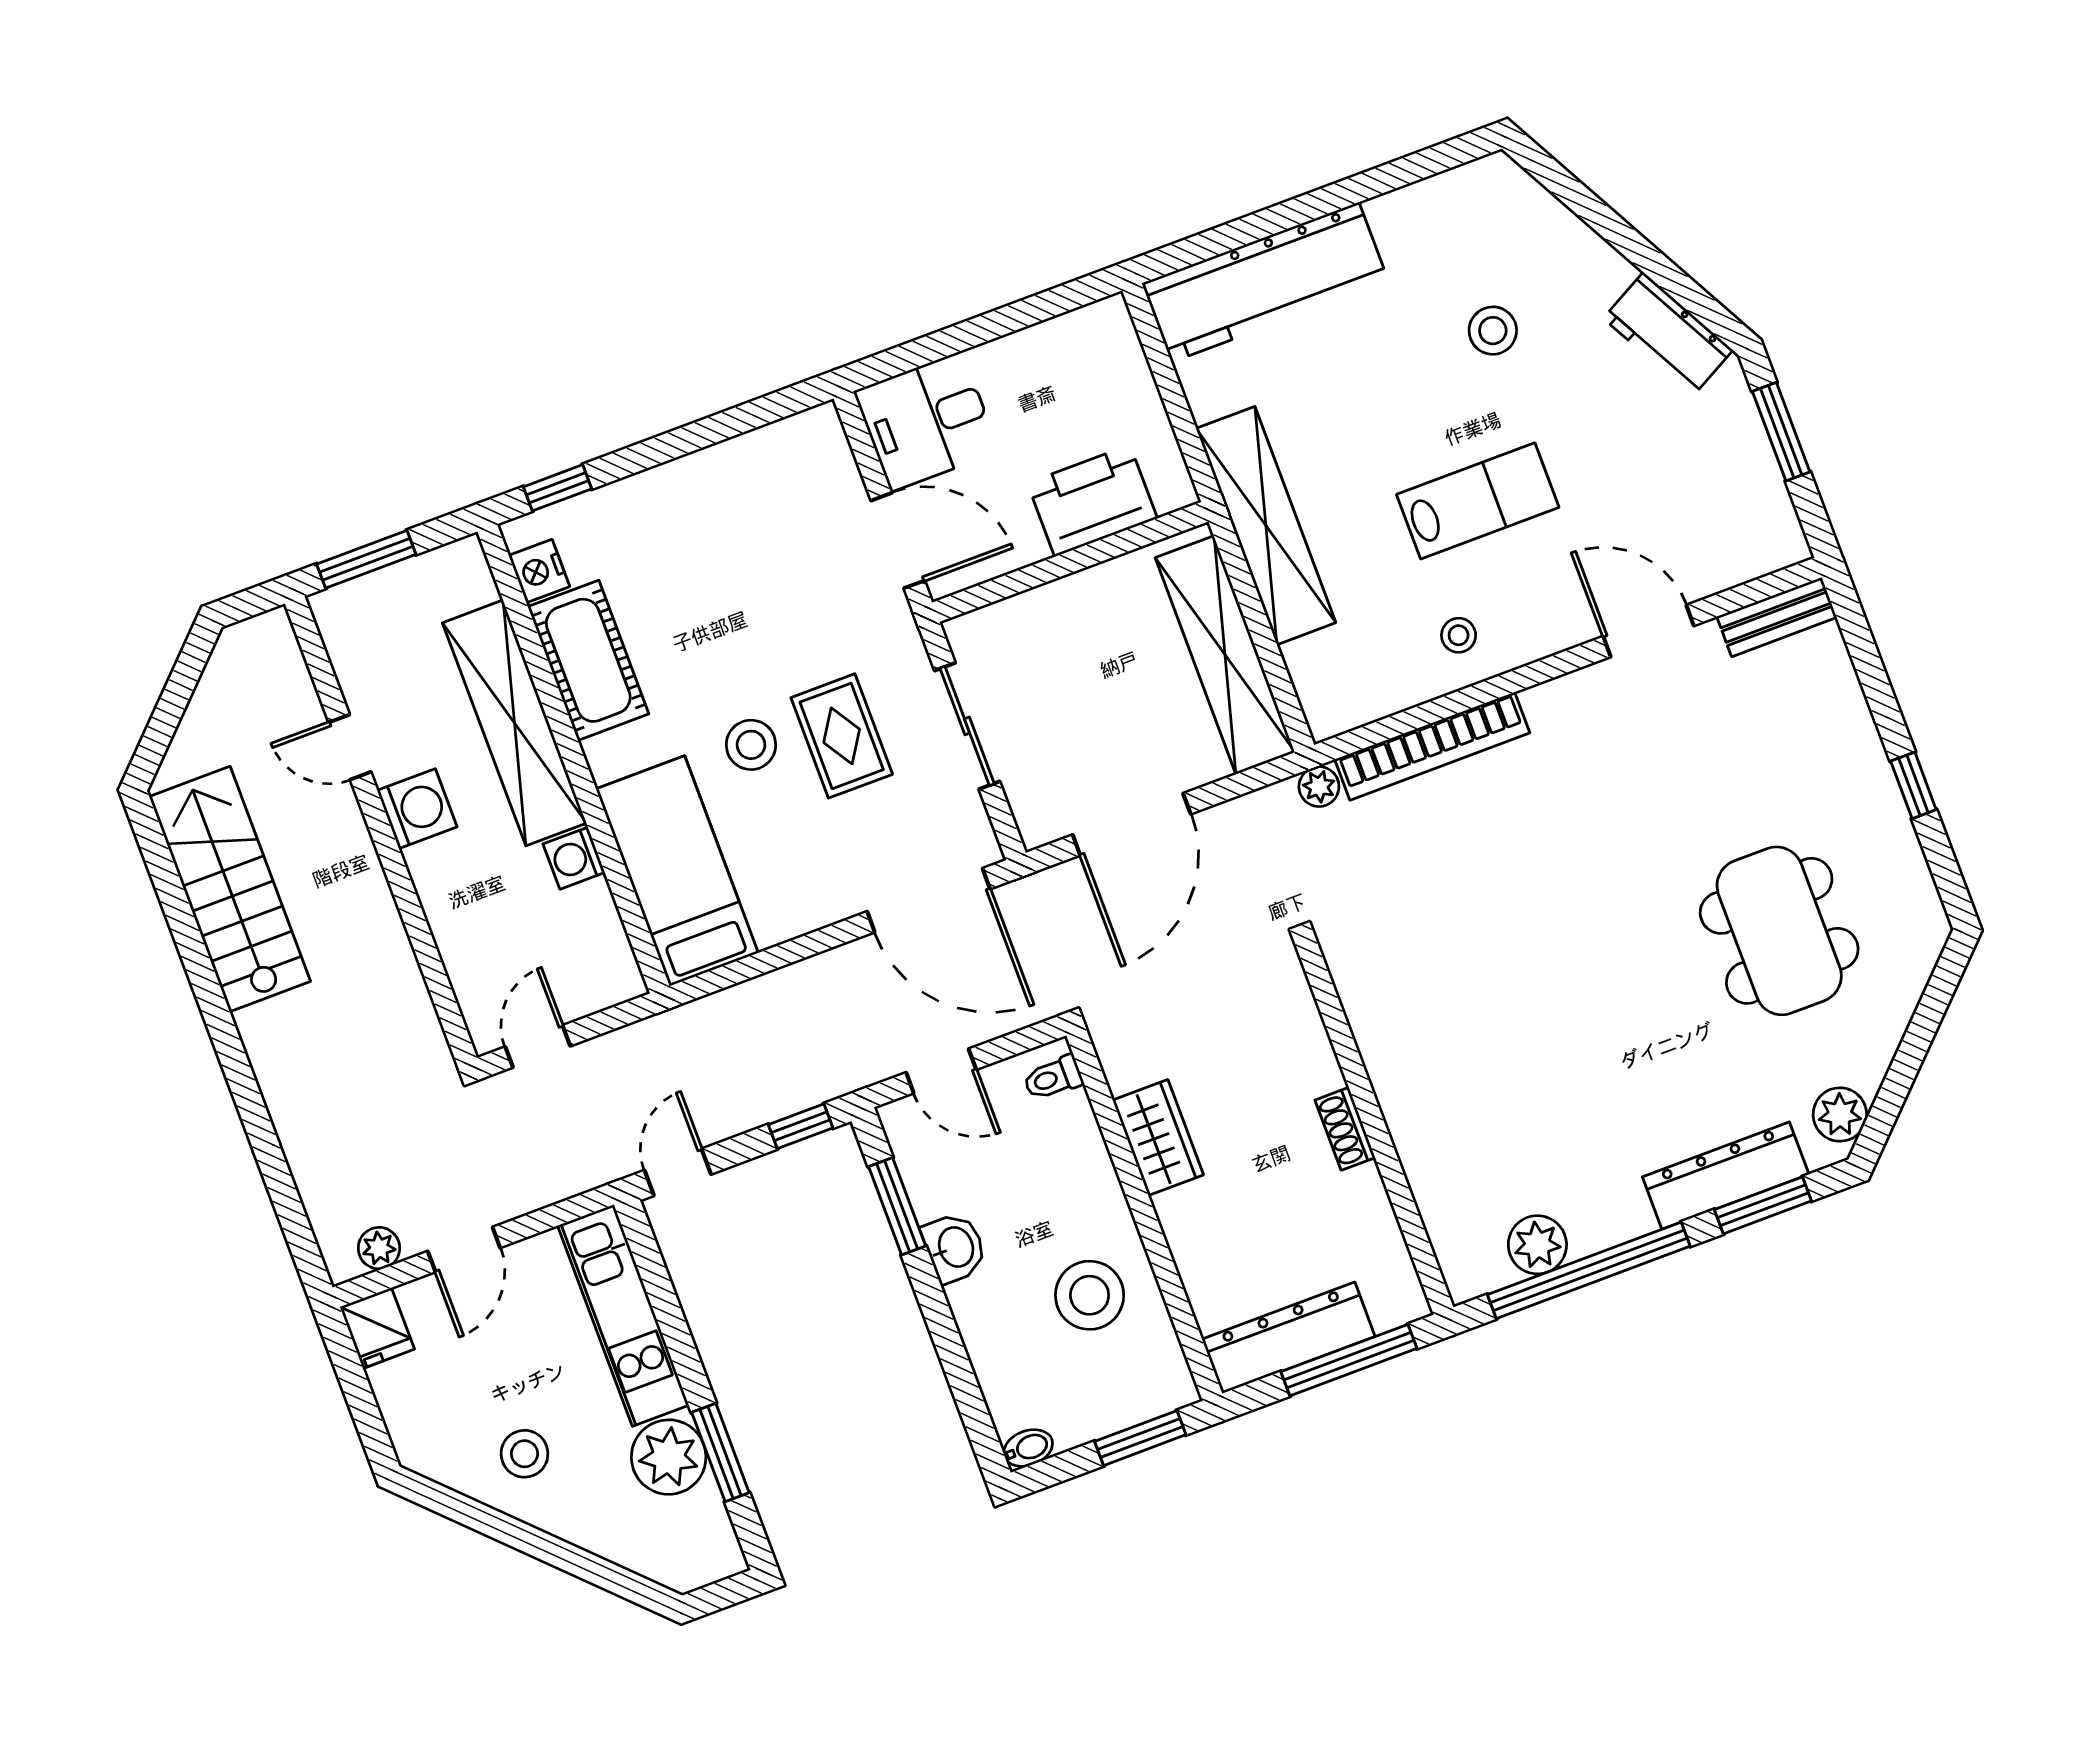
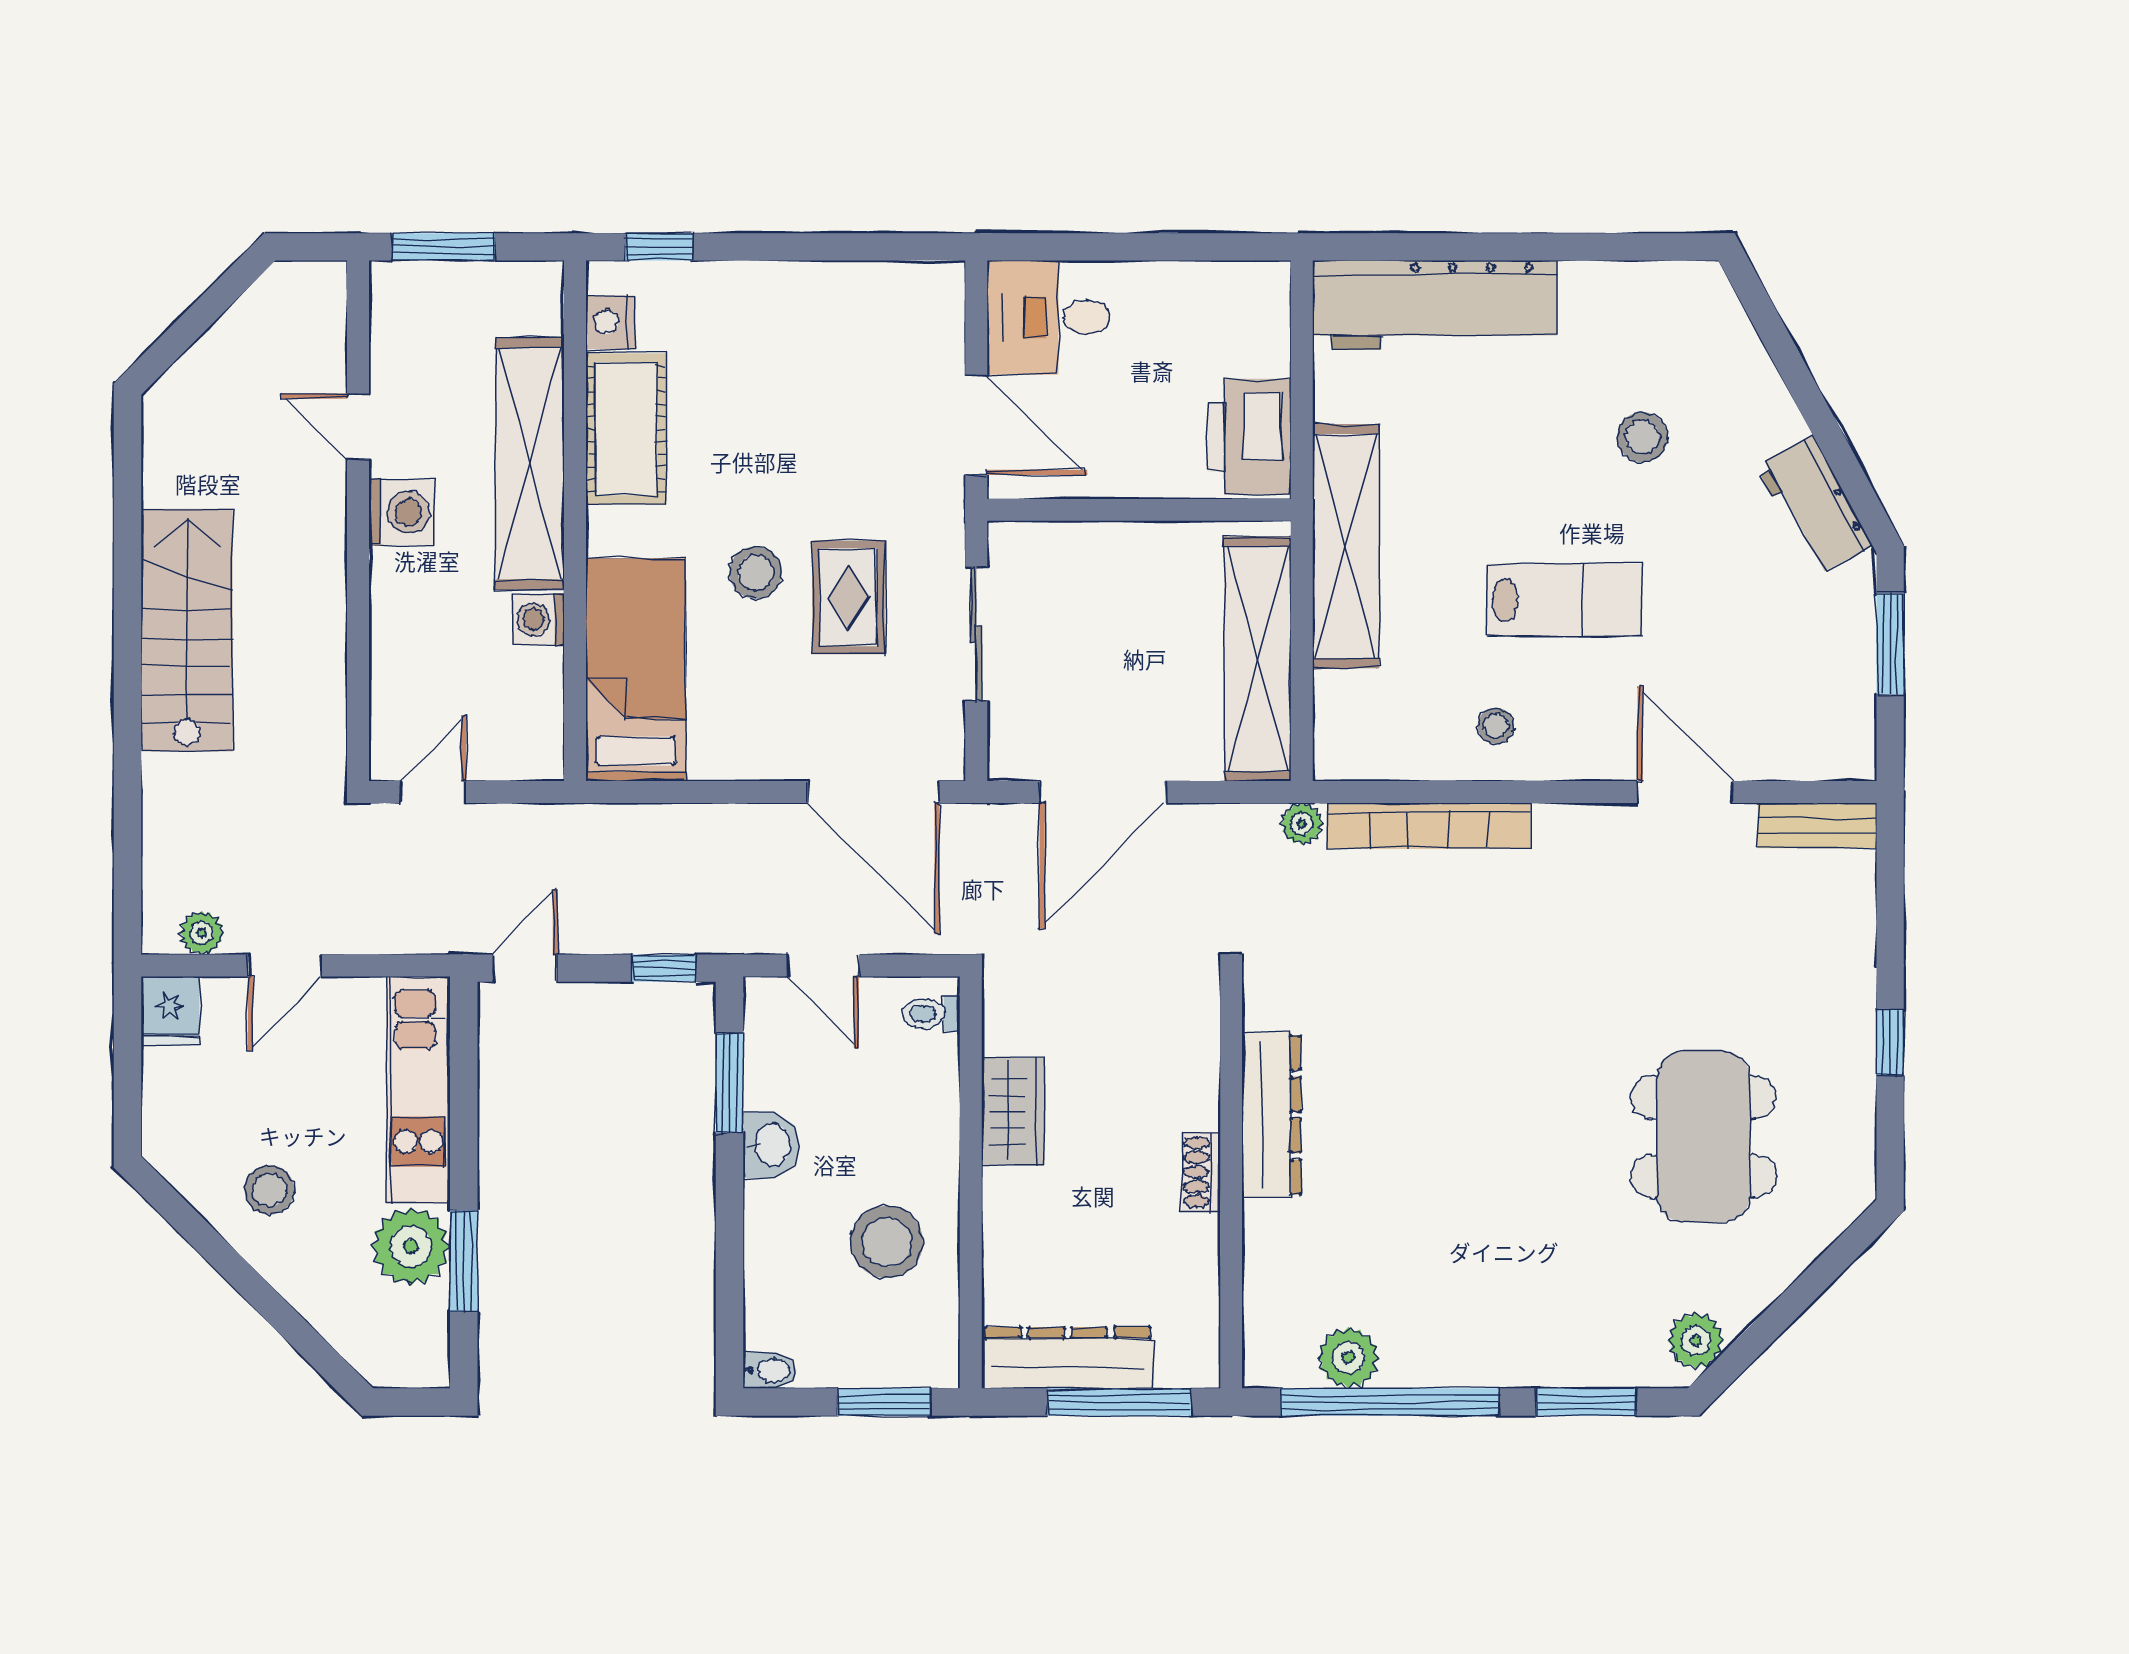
printer: (1092, 501) -> (1249, 437), moved, turned -90
stairs: (230, 889) -> (187, 630), moved
dresser: (1726, 1176) -> (1272, 1115), moved, turned 90

